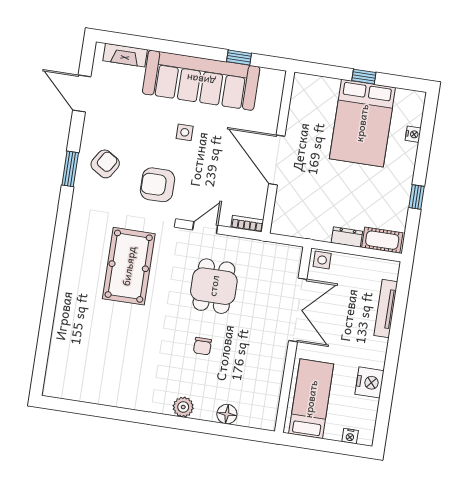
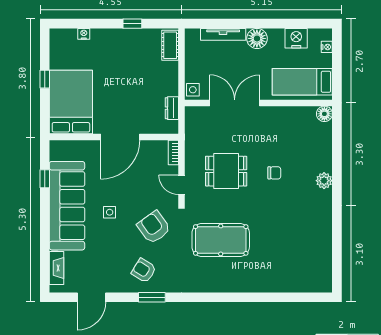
bed: (362, 123) -> (71, 102), moved, turned -90
armchair: (157, 185) -> (154, 227), turned 144
dresser: (347, 237) -> (172, 108), moved
floor lamp: (374, 350) -> (257, 38), added
nightstand: (370, 382) -> (296, 38), moved
floor lamp: (227, 414) -> (324, 114), moved

